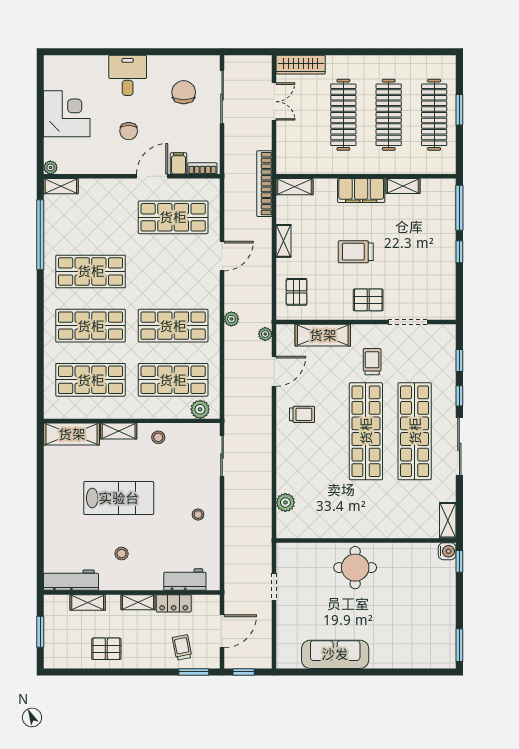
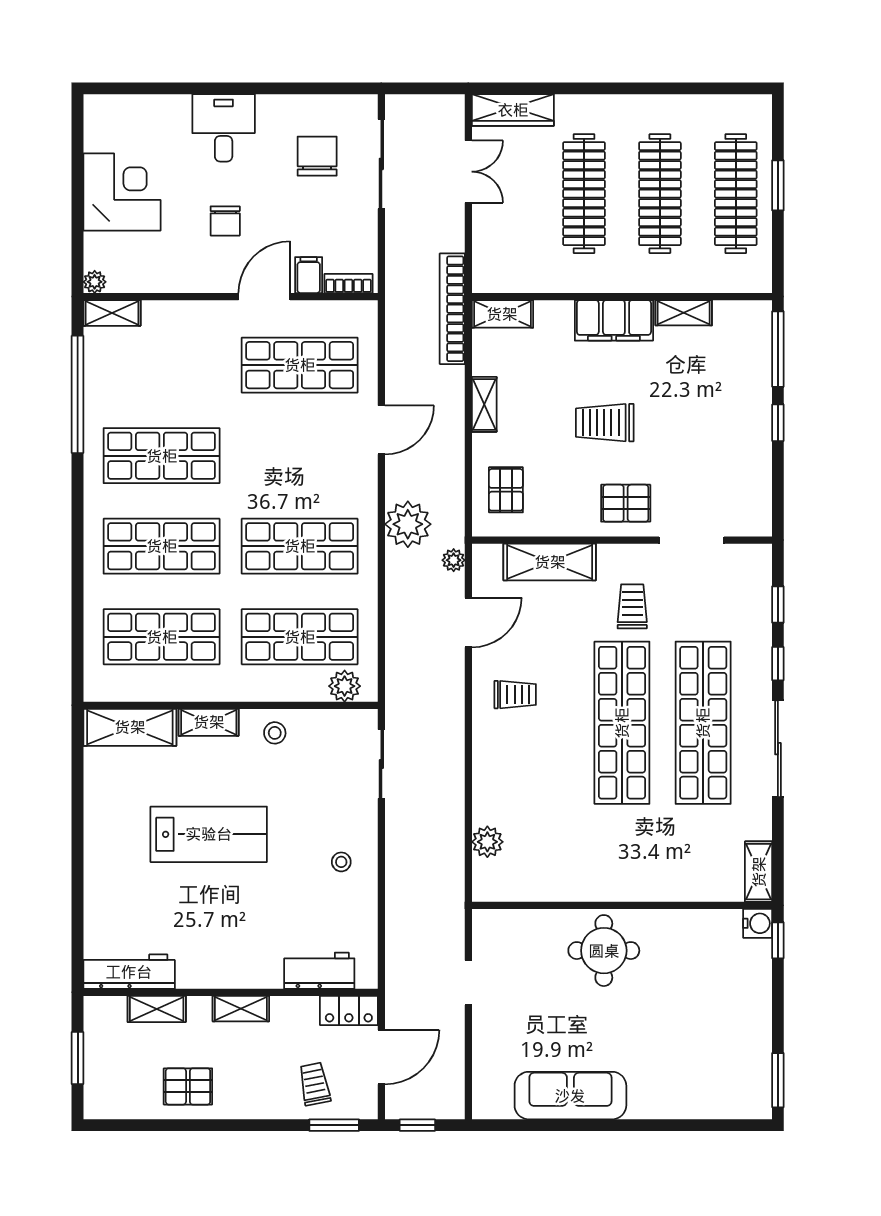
plant: (231, 319) -> (408, 524), width x1.87, depth x1.87
stool: (122, 554) -> (213, 927), removed
locker: (174, 603) -> (349, 1010), moved

